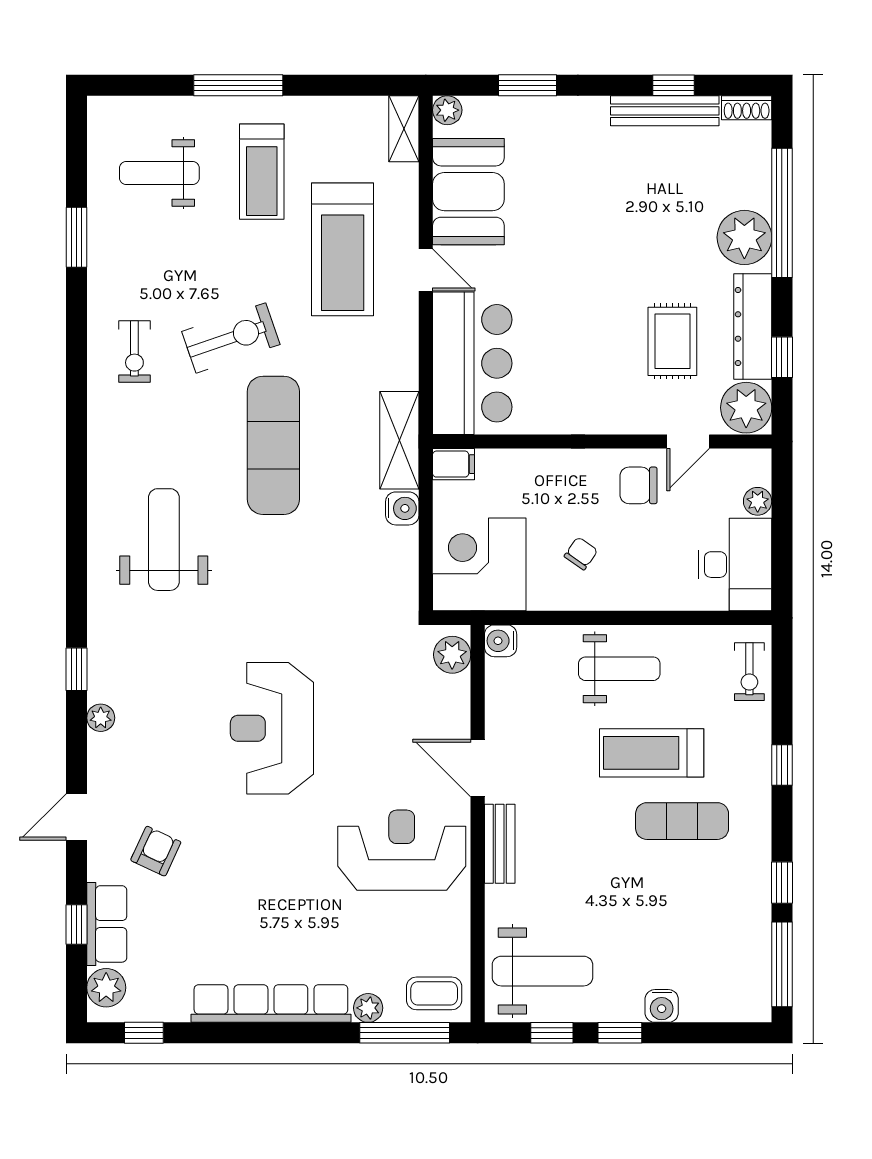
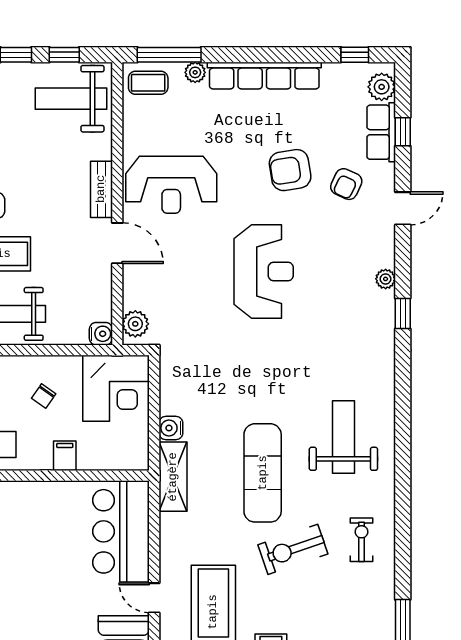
filing cabinet: (454, 464) -> (65, 456), moved, turned 90
weight bench: (164, 540) -> (343, 437), moved, turned 180
armchair: (235, 871) -> (290, 170), added

